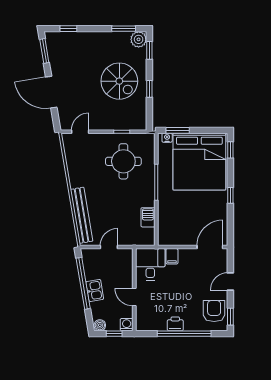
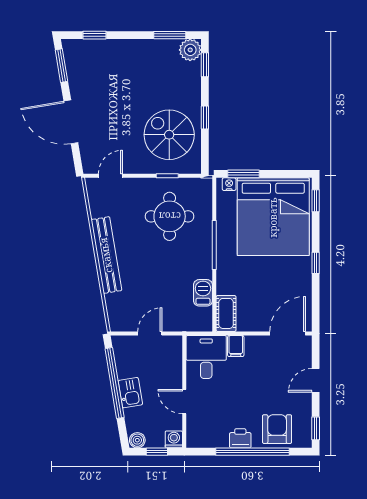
spiral stairs: (119, 81) -> (169, 135), moved, turned 180
bench: (82, 215) -> (106, 255), moved
cot: (165, 232) -> (226, 313), added
armchair: (214, 311) -> (277, 429), moved

